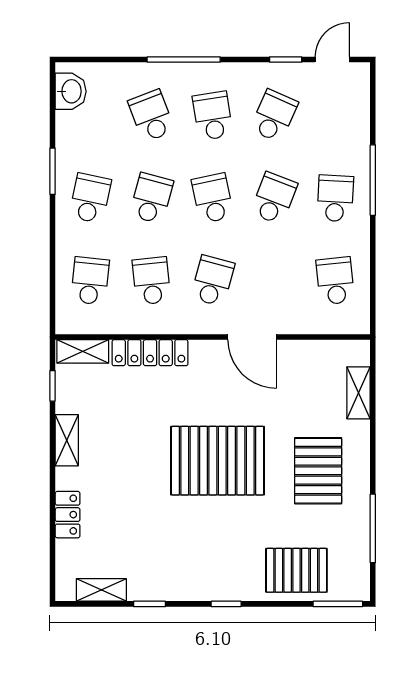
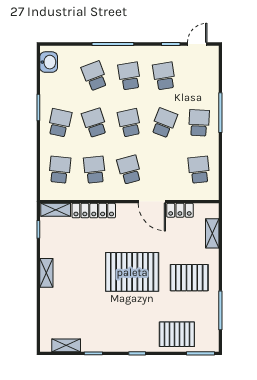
school desk: (274, 116) -> (164, 76), turned -33
school desk: (151, 198) -> (95, 123), turned -33
school desk: (213, 281) -> (129, 170), turned -30
shelving: (67, 440) -> (46, 273), moved
pallet: (318, 471) -> (189, 278), turned 90
locker: (68, 515) -> (180, 210), moved, turned 90

